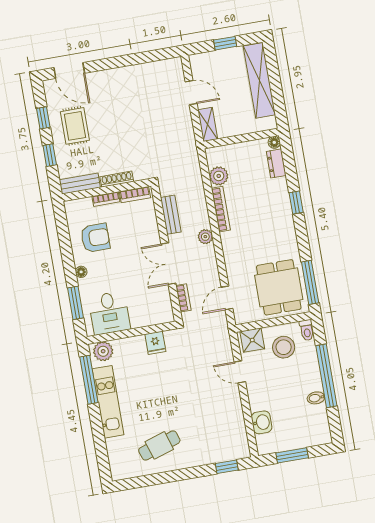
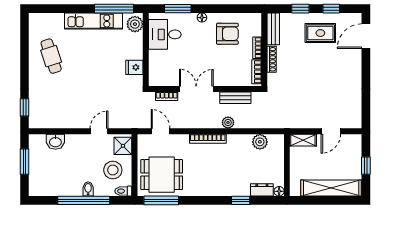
window: (296, 202) -> (241, 200), moved
bookcase: (221, 209) -> (208, 139), moved
plant: (205, 237) -> (228, 122), moved
armchair: (95, 238) -> (227, 34), turned -90
bidet: (316, 398) -> (88, 189), moved

